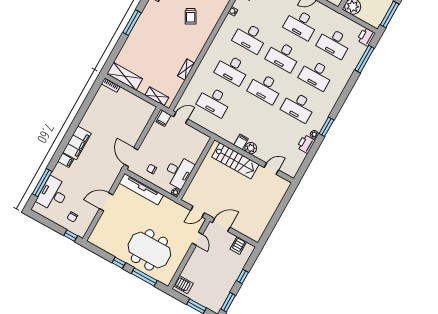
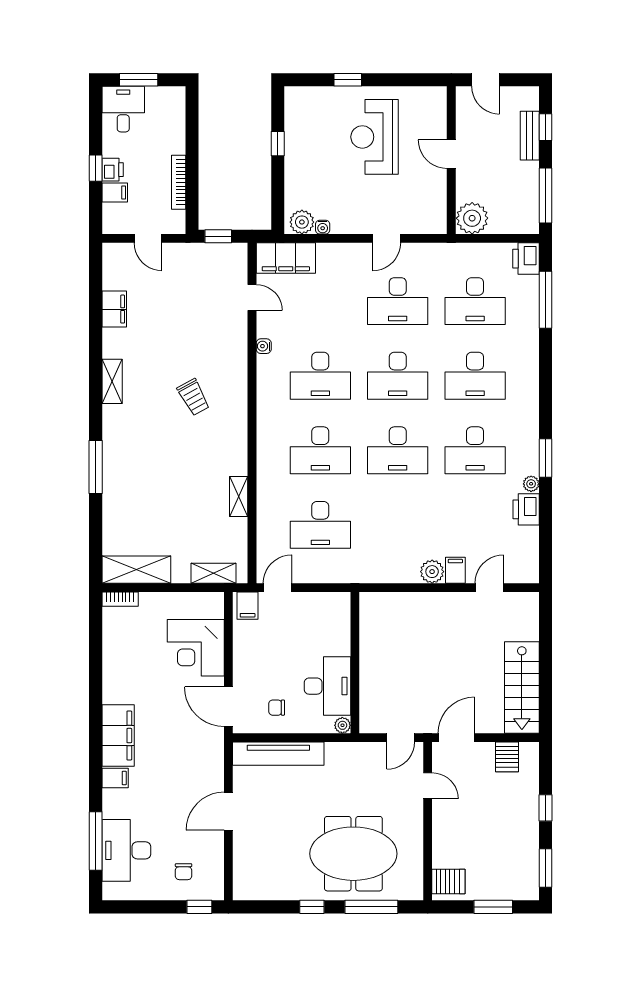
corner desk: (131, 124) -> (196, 648), added
filing cabinet: (241, 142) -> (455, 570), moved
stairs: (235, 161) -> (522, 687), moved, turned 90

